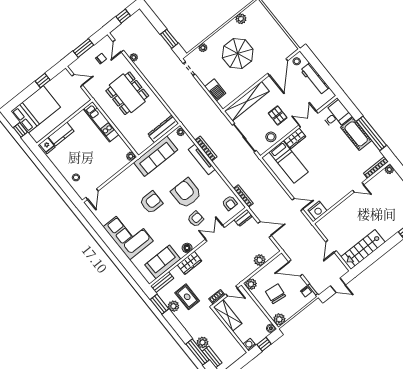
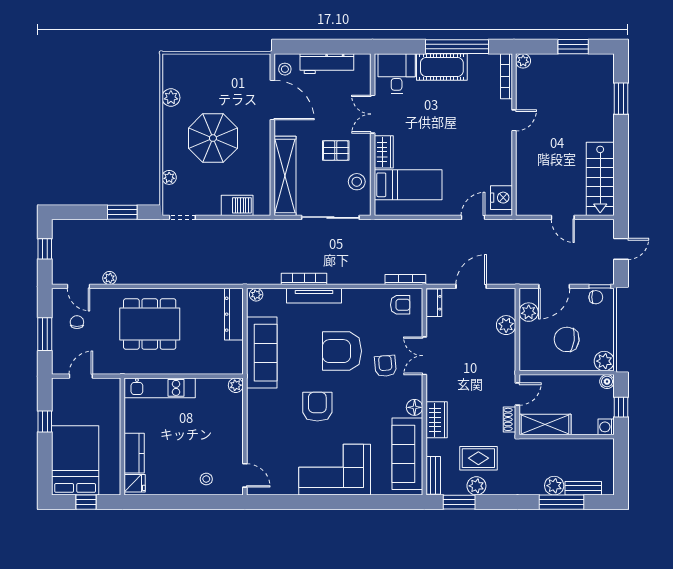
sofa: (163, 262) -> (407, 454), width x1.36
plant: (251, 284) -> (529, 312), moved

